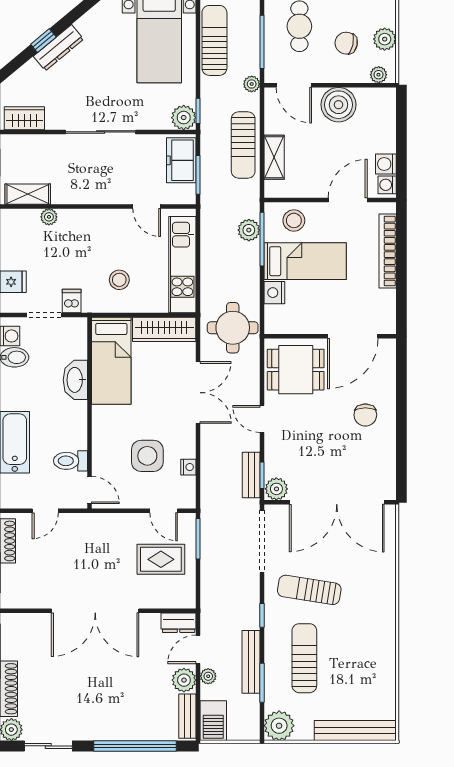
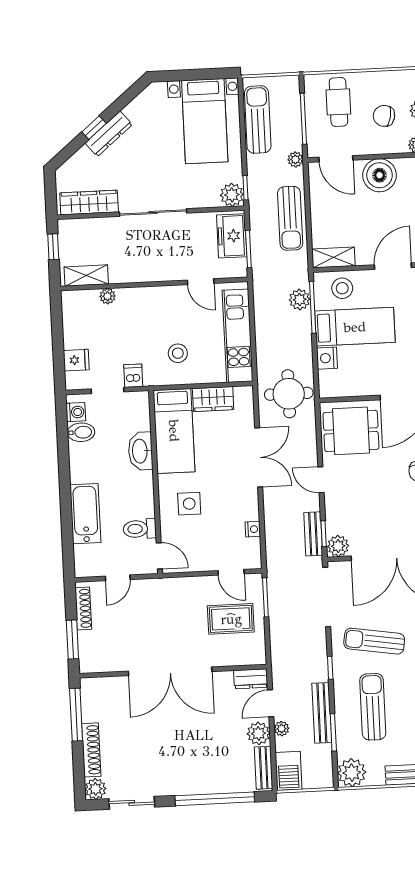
wardrobe: (24, 118) -> (89, 202), width x1.50
shelving: (274, 157) -> (333, 257), moved, turned 90
wardrobe: (164, 329) -> (213, 399), width x0.67
side table: (147, 456) -> (189, 504), moved, width x0.73, depth x0.73

